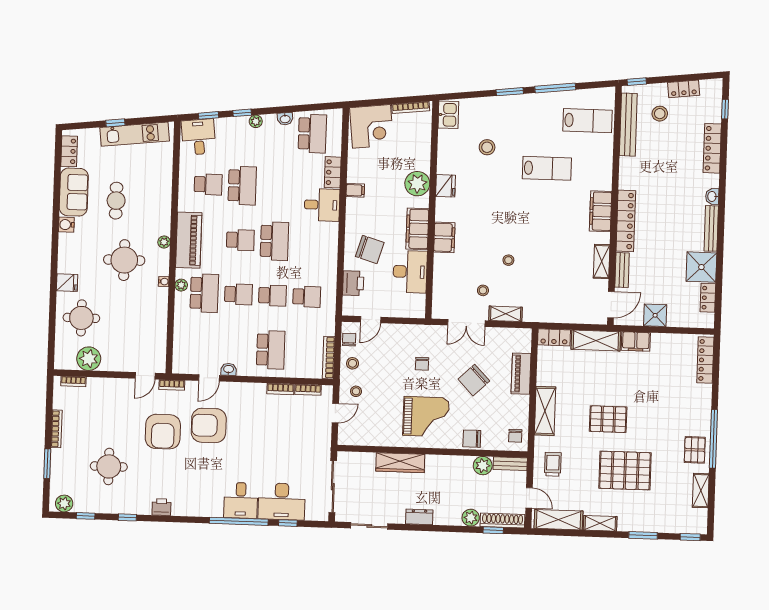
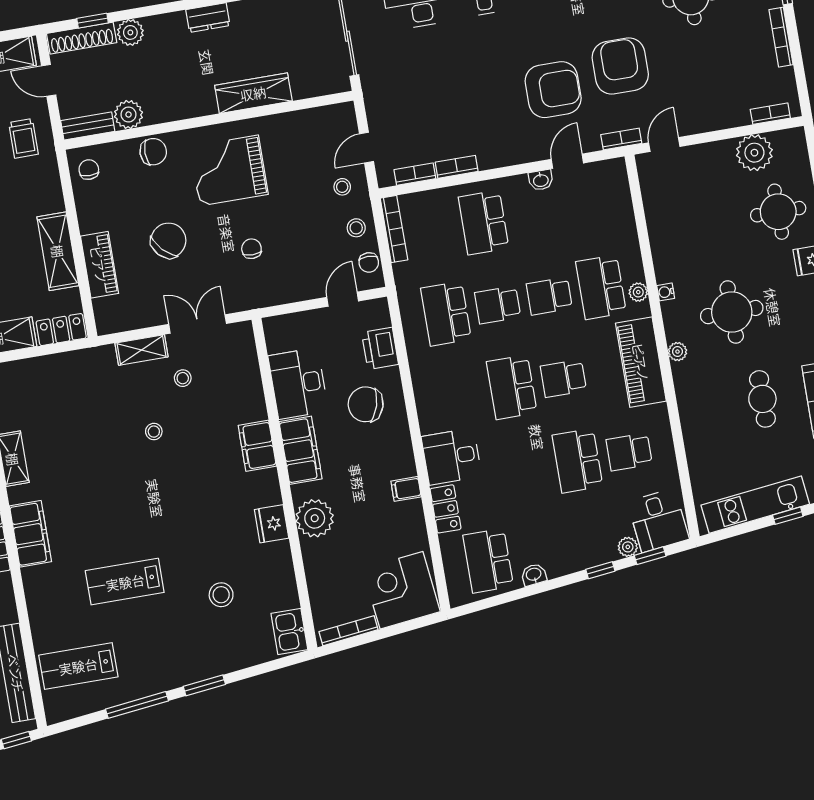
plant: (256, 121) -> (628, 547), moved
school desk: (307, 297) -> (446, 314), width x1.85
shelving: (545, 411) -> (58, 251), moved

